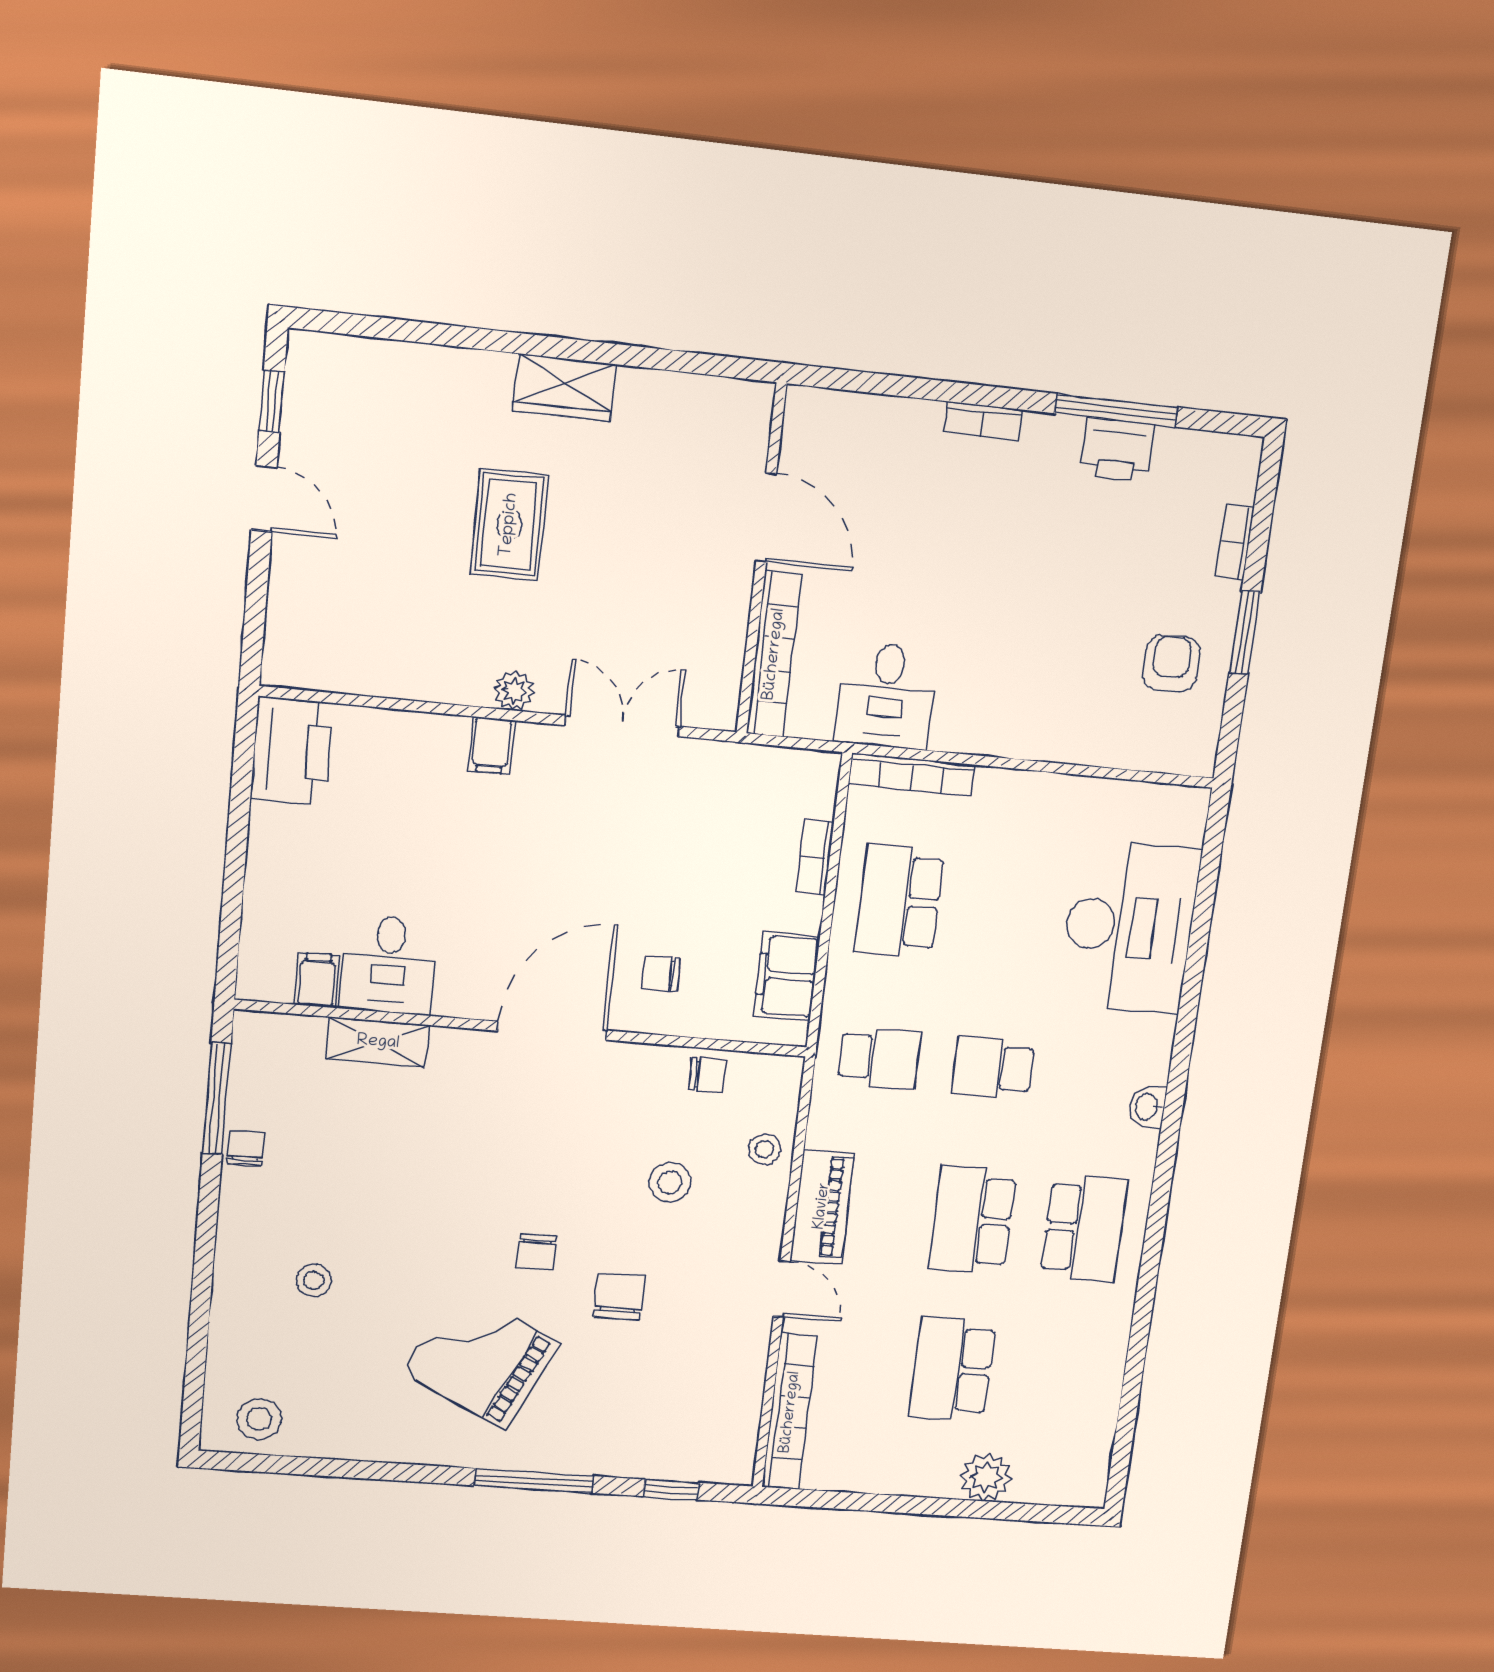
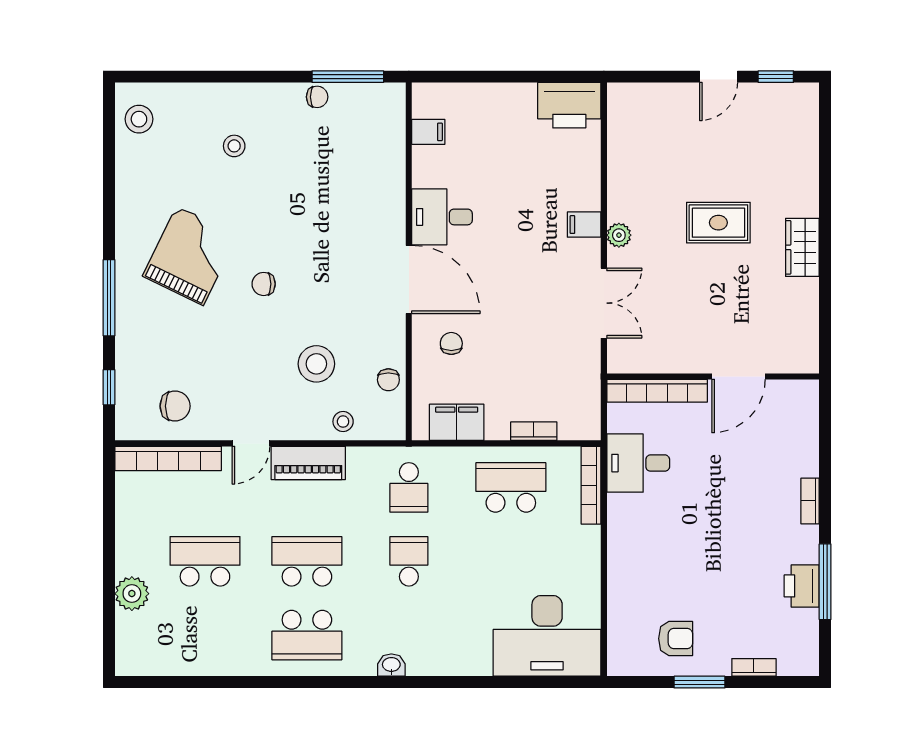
desk: (1129, 927) -> (547, 636), moved
desk: (389, 965) -> (442, 217), moved
shelving: (378, 1042) -> (392, 172), removed
stool: (670, 1182) -> (316, 364), width x1.38, depth x1.38
chair: (619, 1296) -> (175, 406), moved

